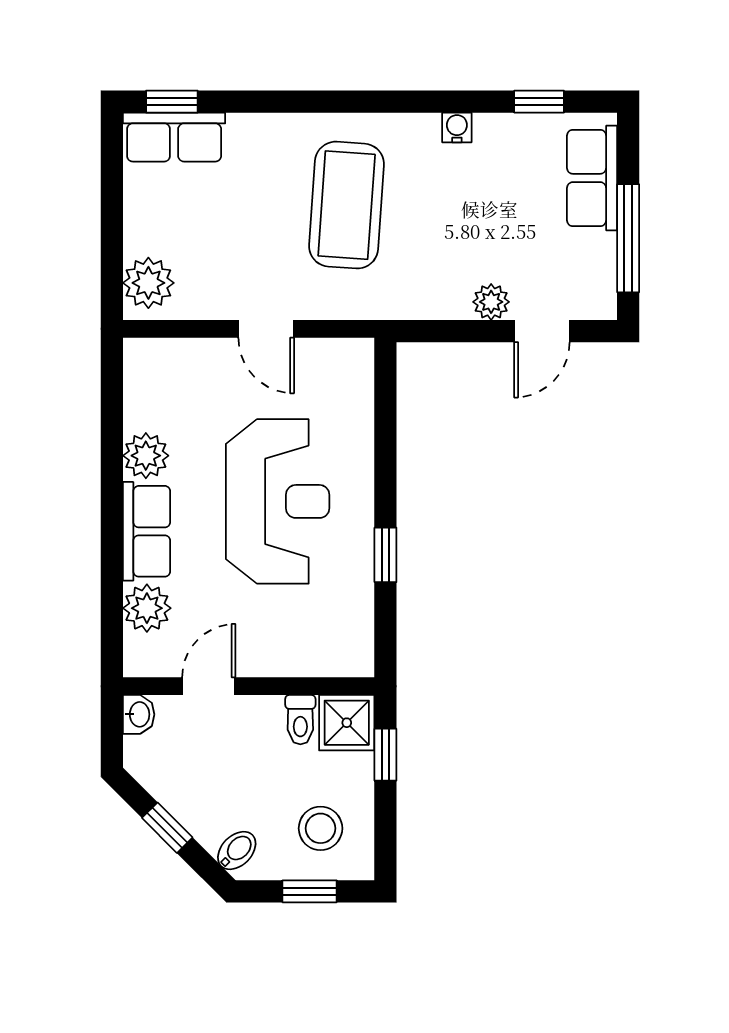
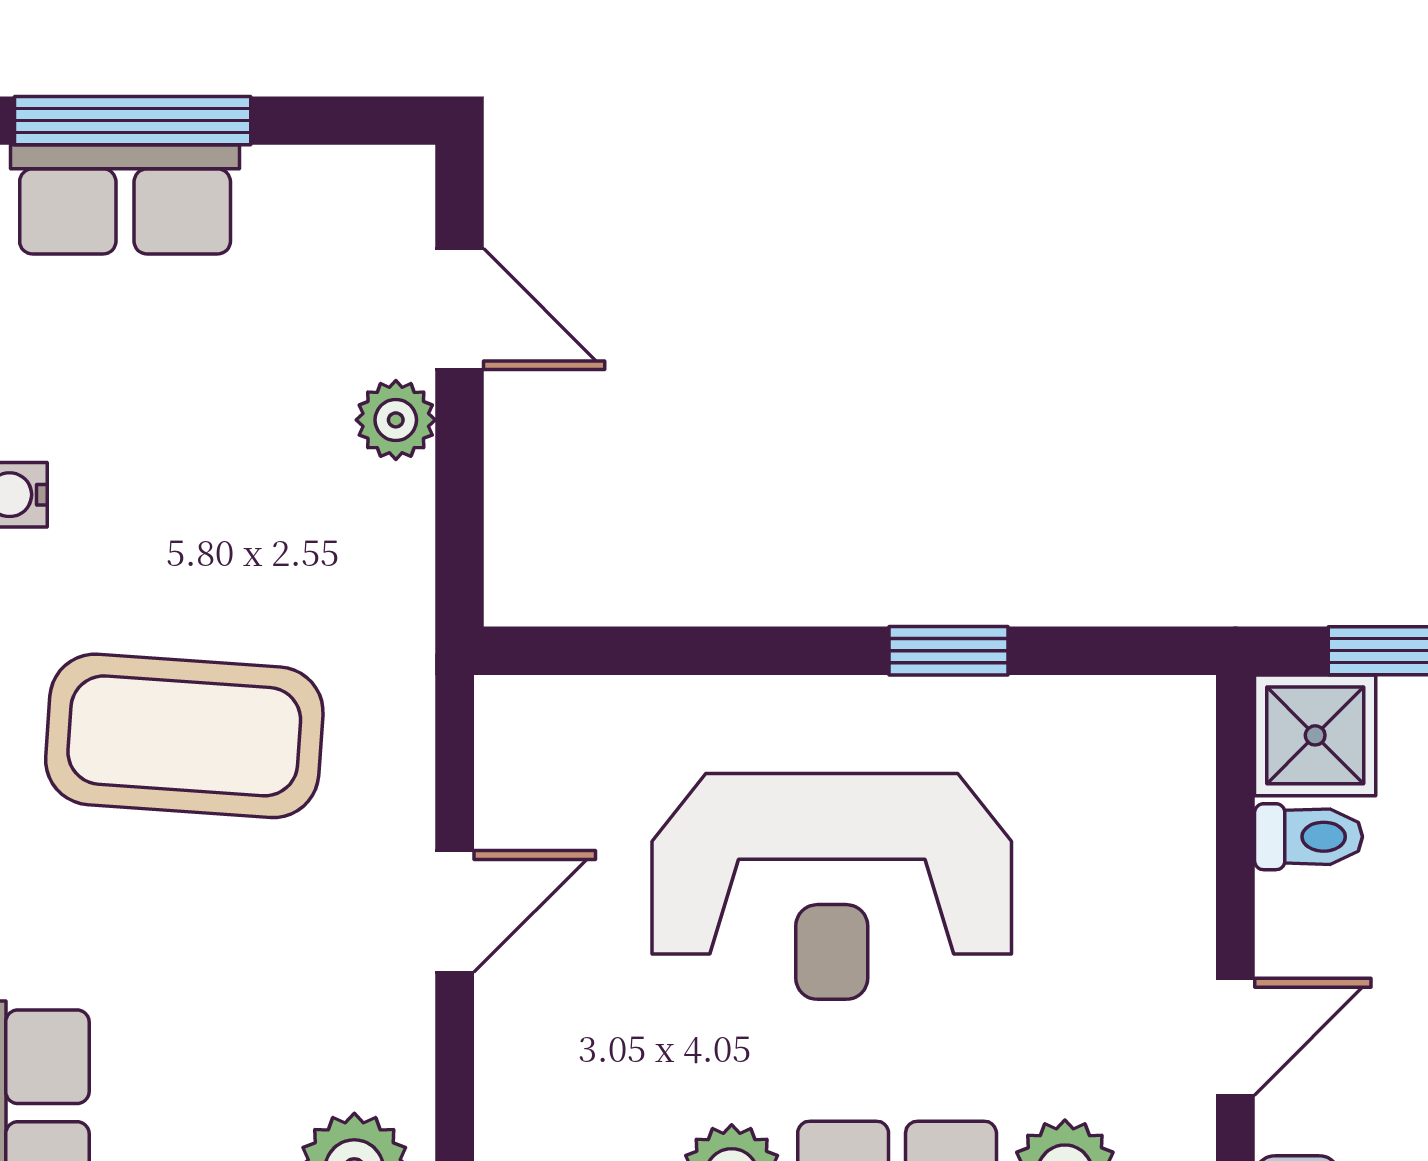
window: (628, 238) -> (133, 121), moved
reception desk: (278, 501) -> (832, 886), turned 180
door: (209, 686) -> (1235, 1037), swing flipped

